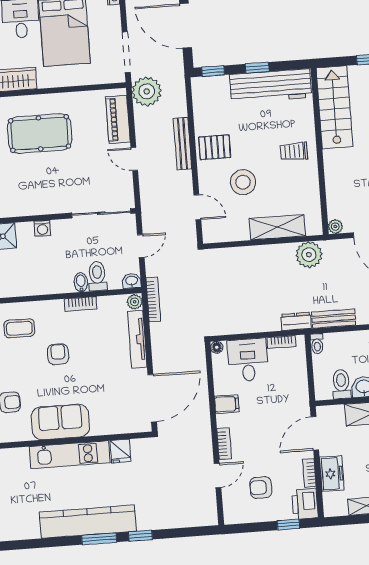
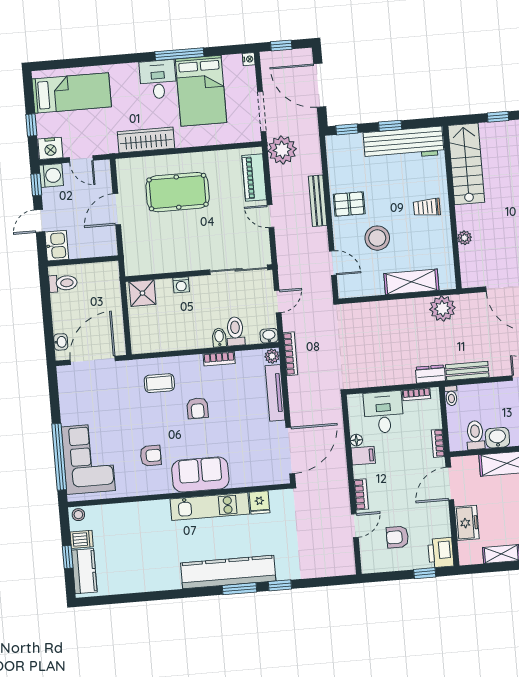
plant: (335, 226) -> (465, 238), moved
floor lamp: (217, 347) -> (356, 440), moved
armchair: (58, 354) -> (198, 408), turned 180
bookcase: (309, 473) -> (438, 443), moved

